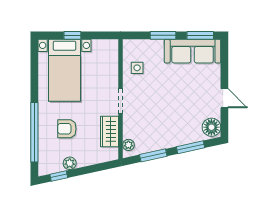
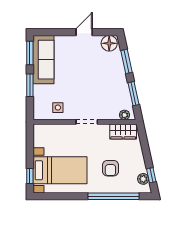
window: (72, 35) -> (30, 176), moved
wardrobe: (109, 131) -> (123, 131), moved
plant: (70, 163) -> (143, 179), moved

